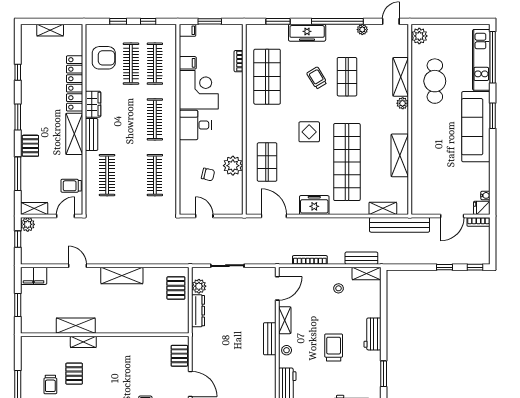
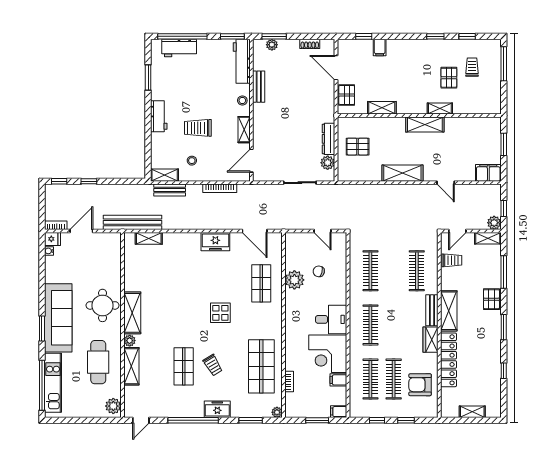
plant: (362, 30) -> (277, 412), moved
freezer: (307, 33) -> (217, 409), width x0.71
round table: (430, 139) -> (103, 305), added
shelving: (400, 155) -> (132, 313), moved
shop shelf: (347, 162) -> (184, 283), removed
pallet: (176, 288) -> (358, 147), moved, turned 90
shelving: (76, 326) -> (425, 124), moved
bench: (270, 339) -> (259, 87), moved
shelving: (143, 343) -> (382, 108), added
trolley: (334, 347) -> (198, 128), moved, turned 90

